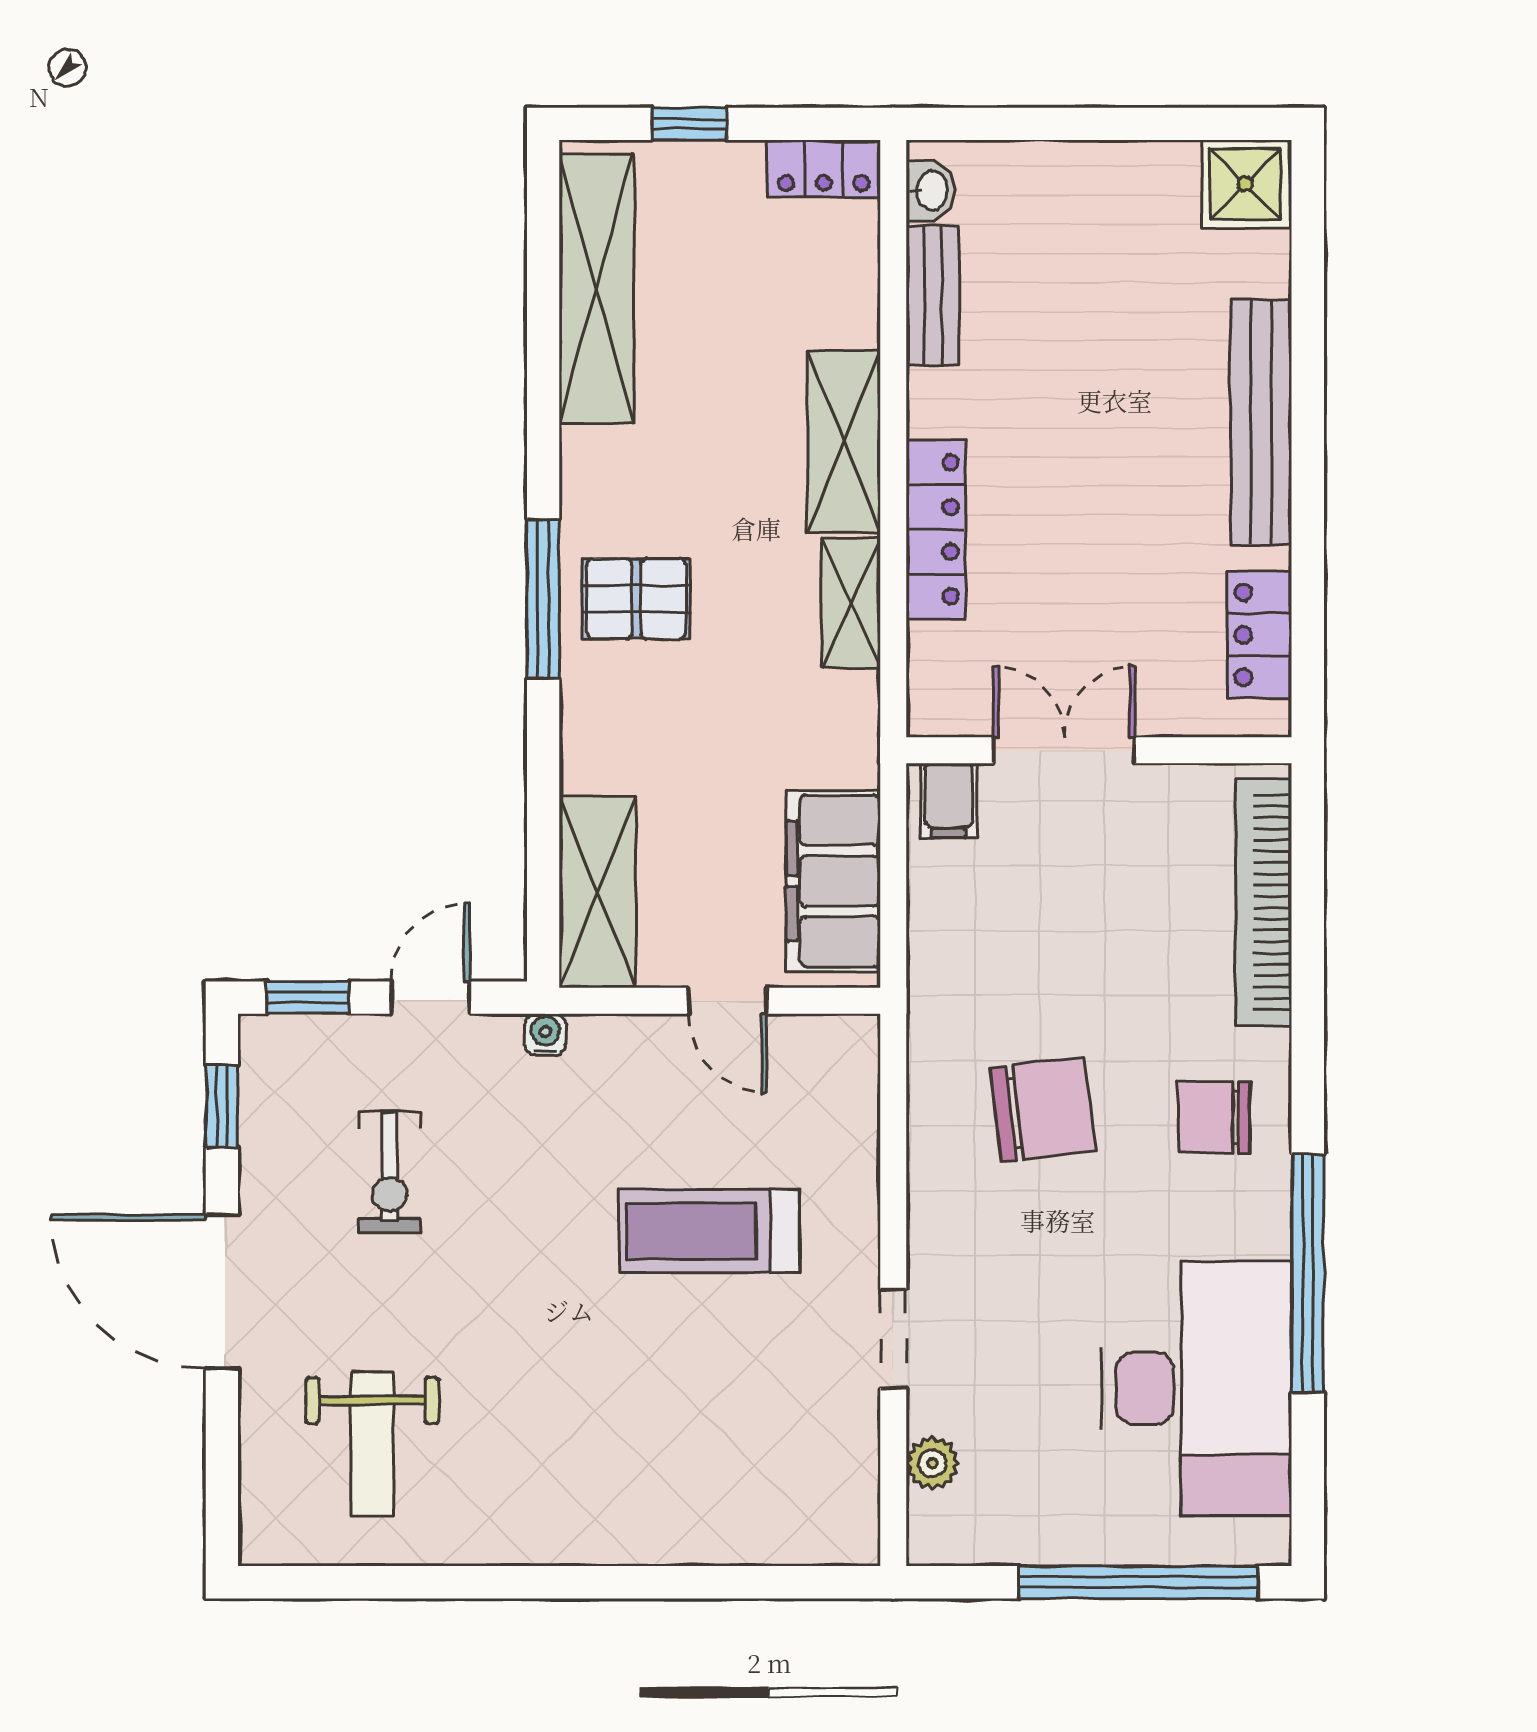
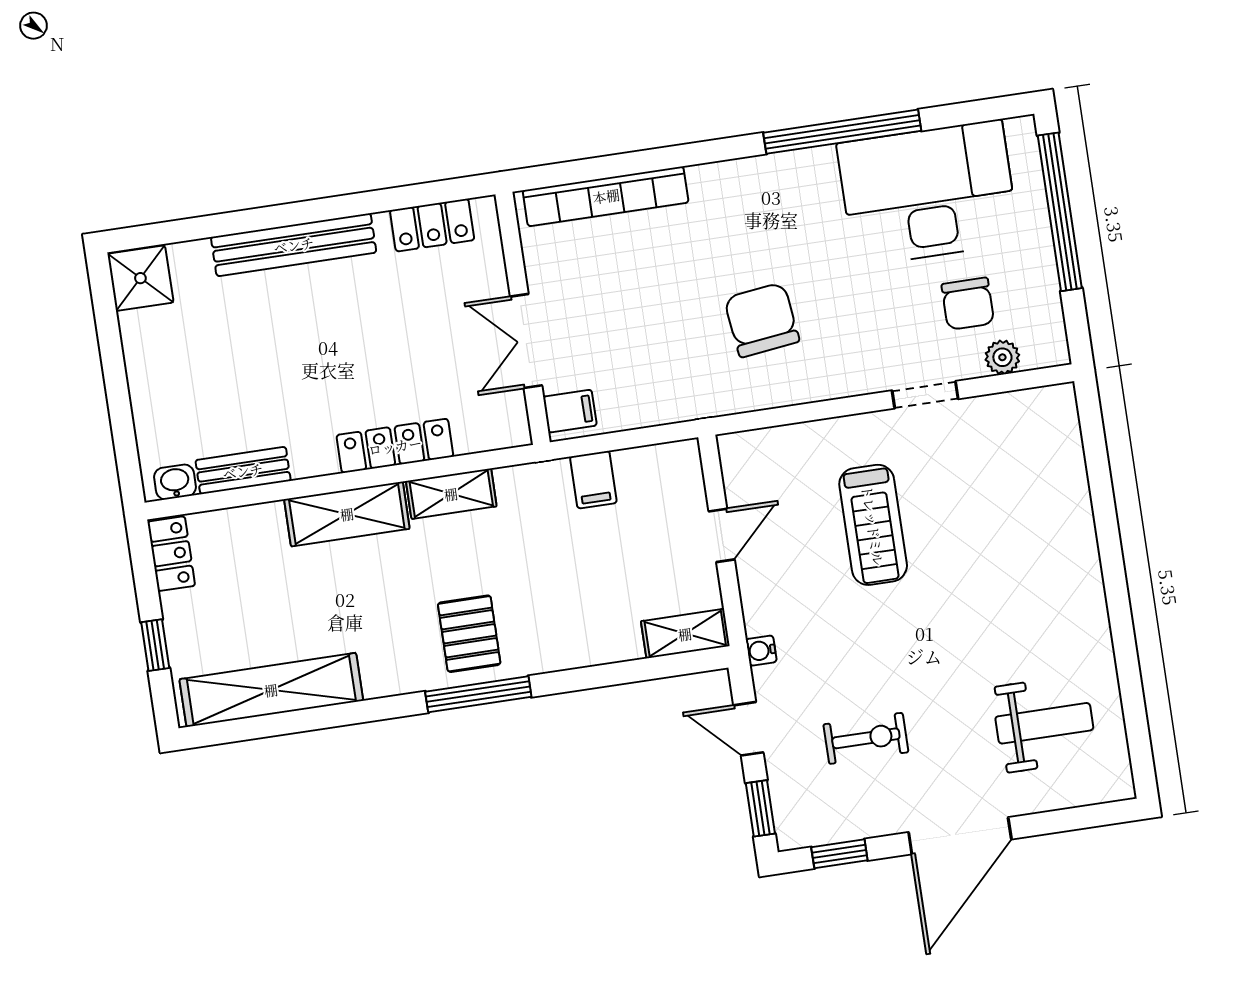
filing cabinet: (833, 881) -> (593, 480), width x0.33, depth x0.86
shelving: (598, 892) -> (685, 634), width x0.67, depth x0.75
chair: (1214, 1117) -> (968, 304), moved

